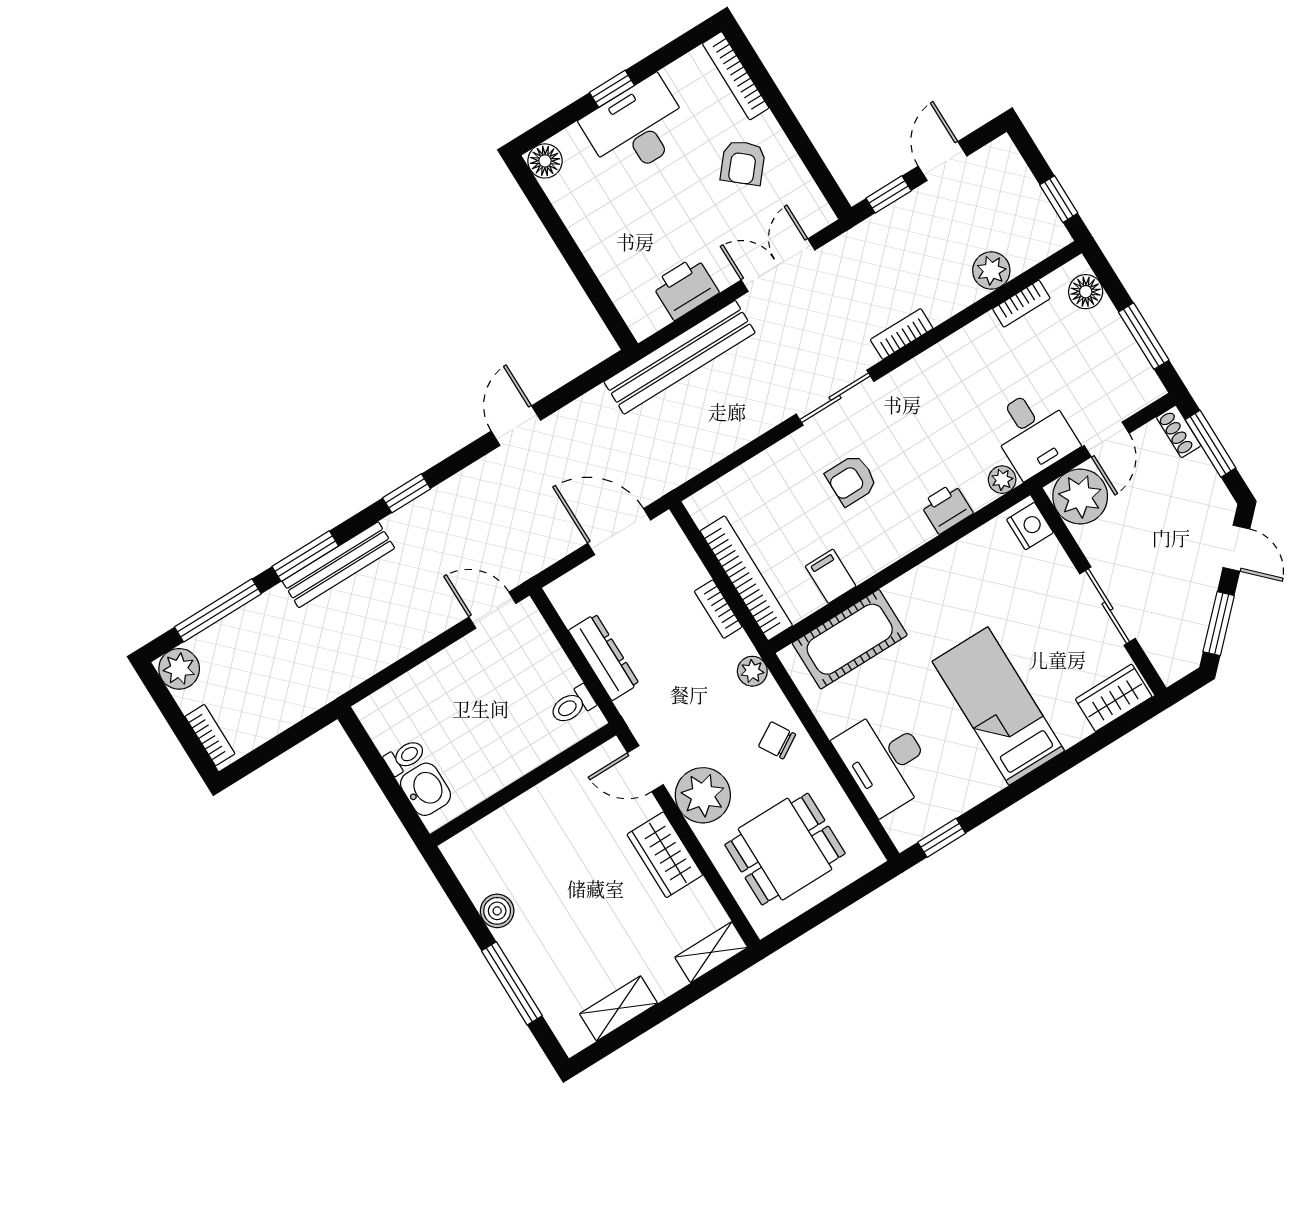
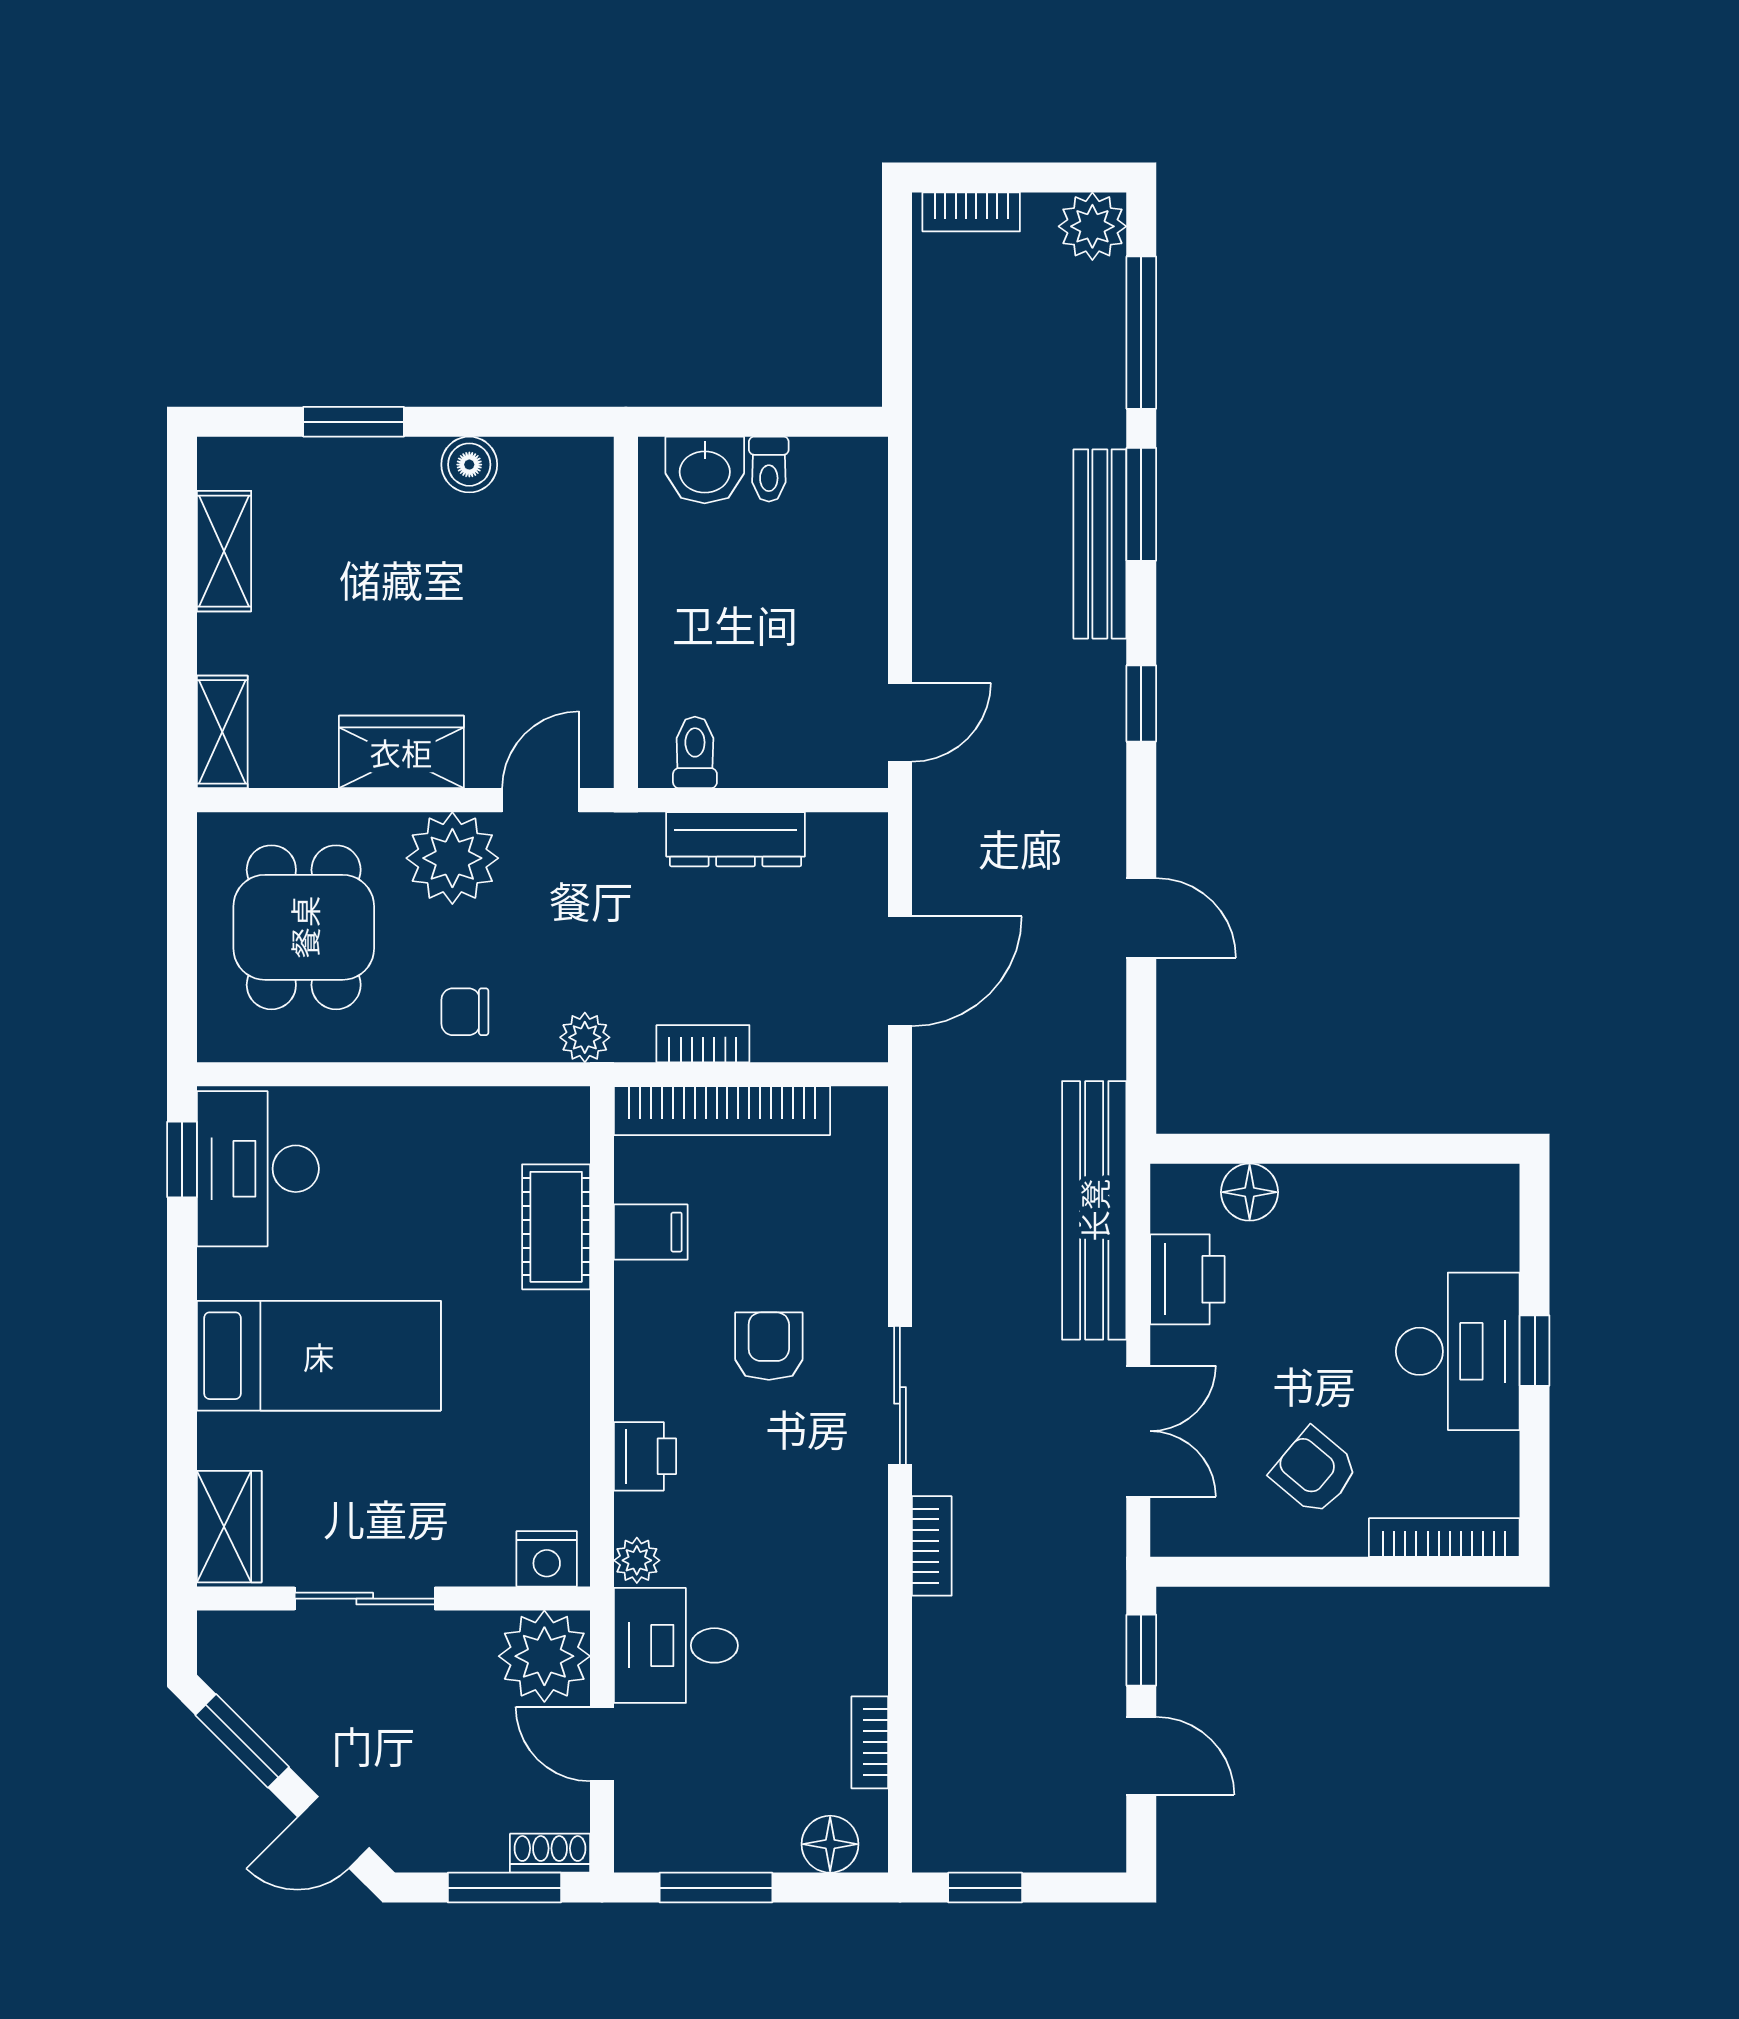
floor lamp: (545, 161) -> (1250, 1192), moved
plant: (991, 271) -> (943, 1729), removed
cot: (850, 639) -> (556, 1227), width x0.73, depth x0.75
chair: (777, 740) -> (465, 1012), turned -149
desk: (885, 761) -> (258, 1169), moved, turned -90
window: (512, 983) -> (354, 422), width x0.69

